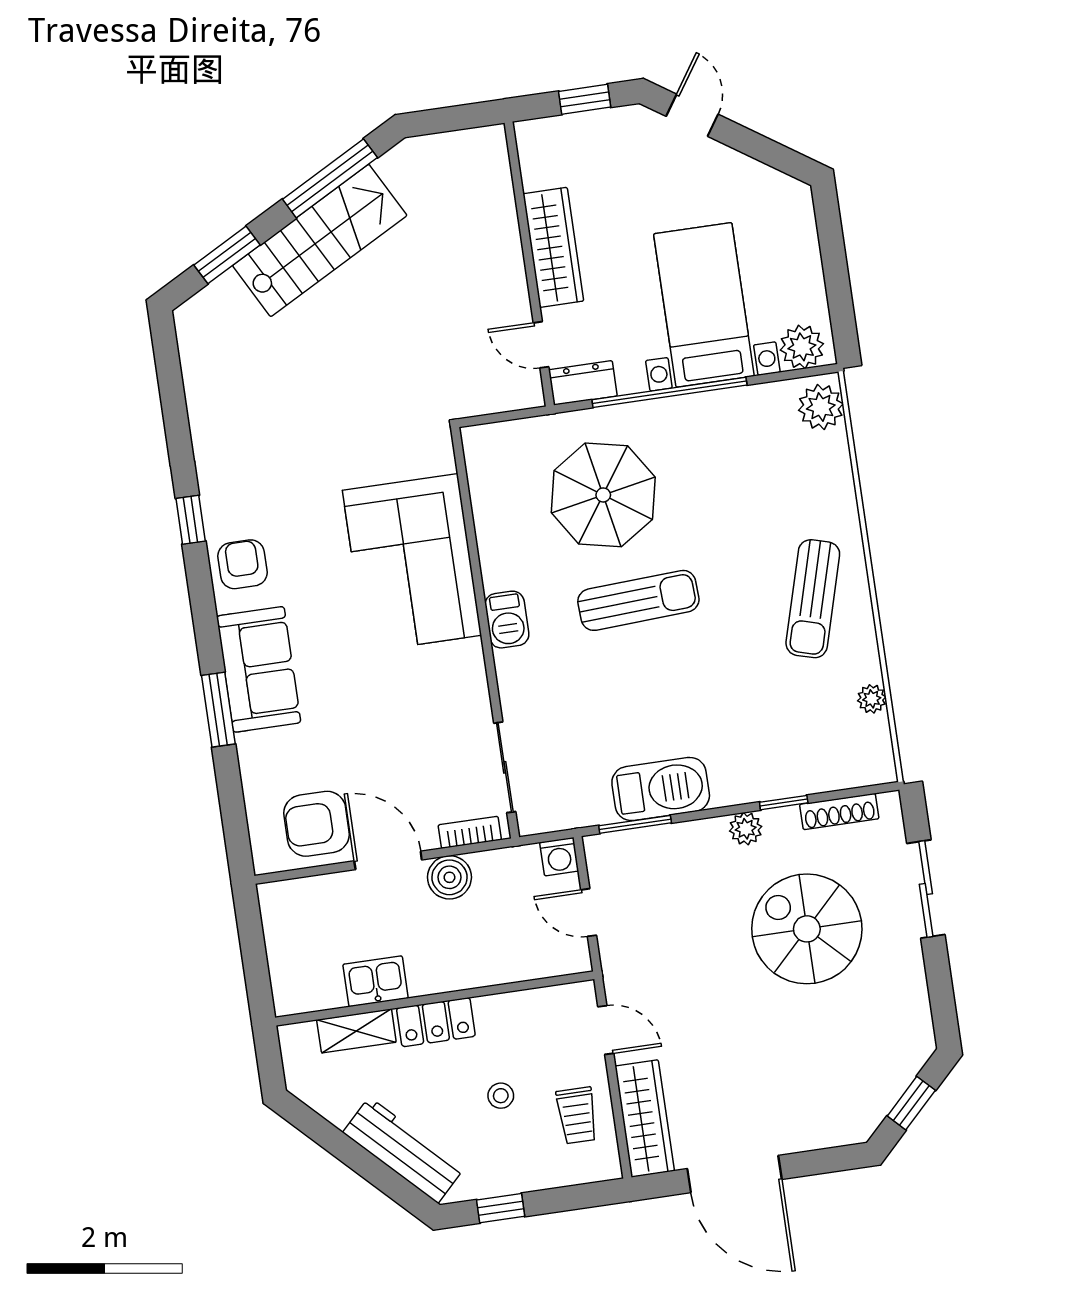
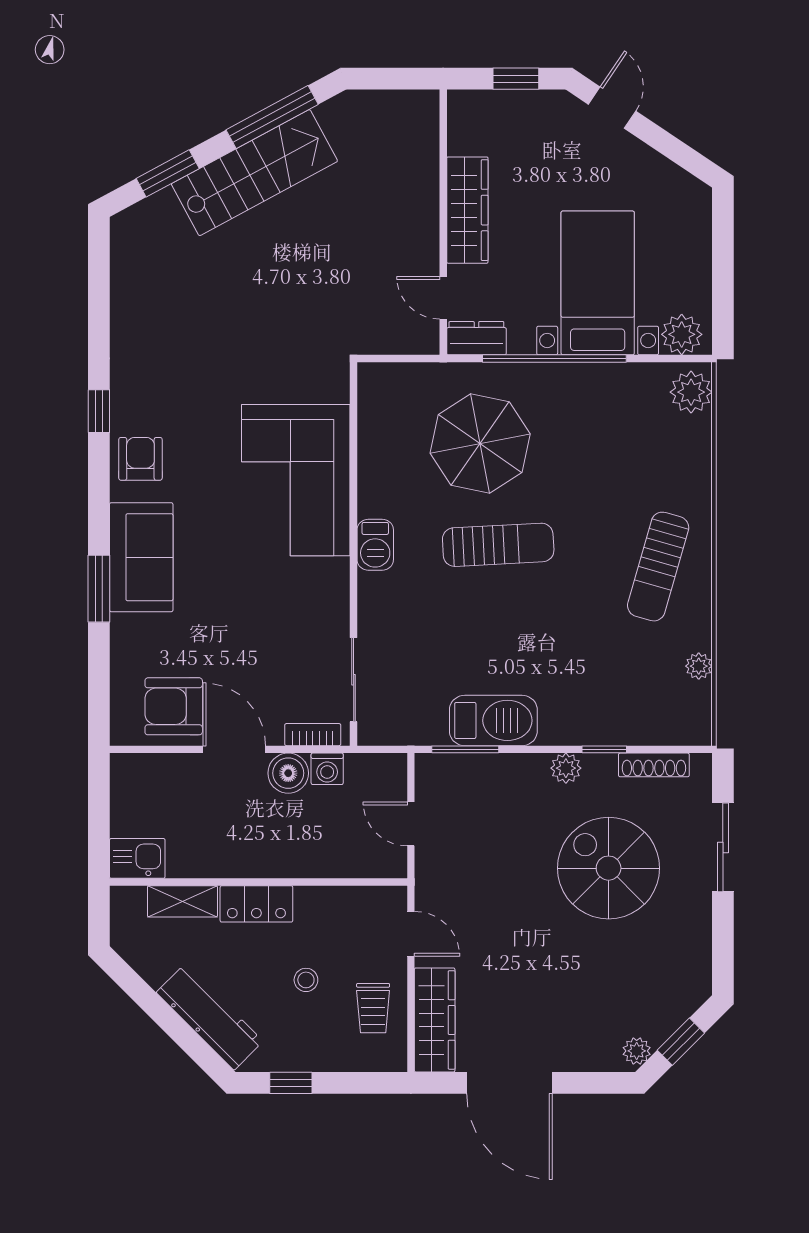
washing machine: (559, 857) -> (327, 769), moved
kitchen sink: (376, 981) -> (137, 858), moved
plant: (865, 1120) -> (637, 1051), added

